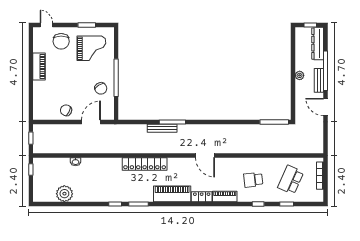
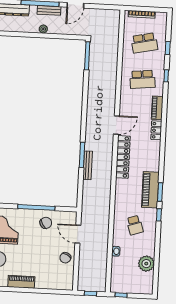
locker: (145, 164) -> (123, 157), moved
school desk: (103, 180) -> (135, 225), added
school desk: (253, 180) -> (142, 79), width x1.85
school desk: (291, 180) -> (144, 43), turned -36
piano: (172, 194) -> (150, 190), moved

